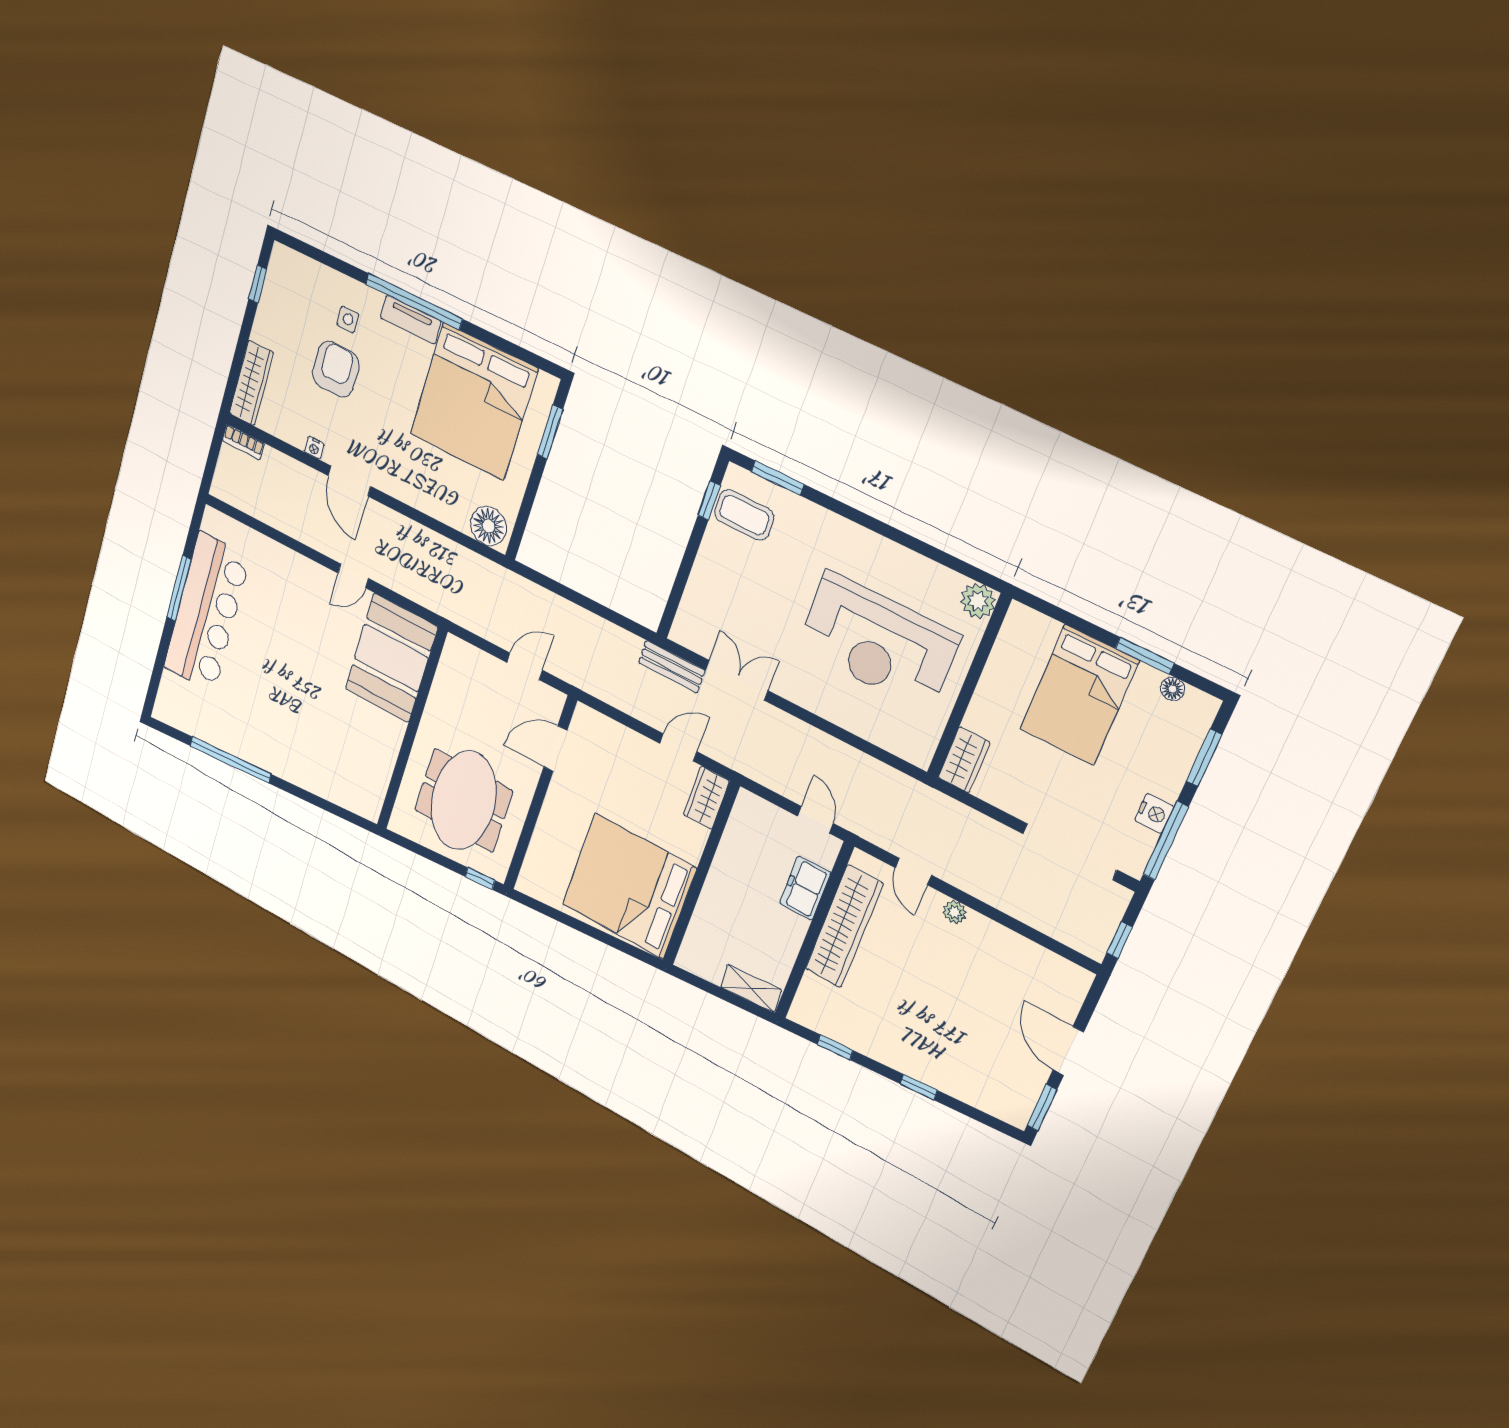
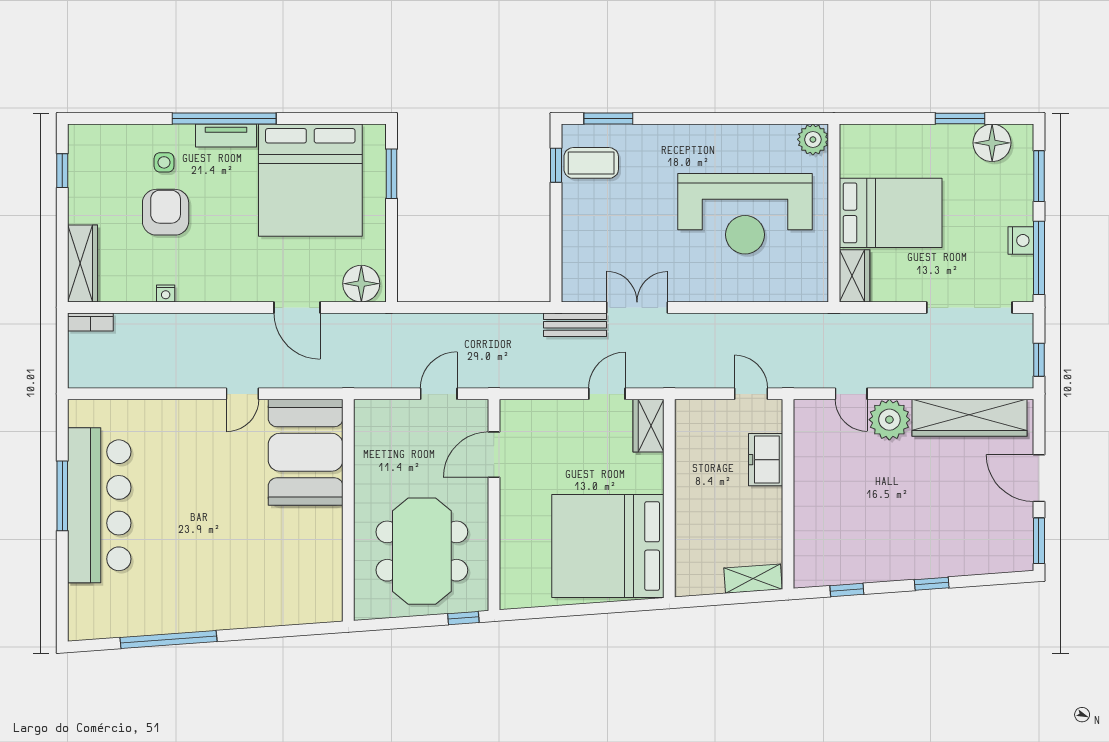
door: (349, 481) -> (297, 307), moved
floor lamp: (1172, 689) -> (992, 143), width x1.89, depth x1.89
bed: (1079, 695) -> (891, 213), moved, turned -90
plant: (955, 912) -> (889, 420), width x1.87, depth x1.87
wardrobe: (844, 926) -> (969, 418), moved, turned 90

